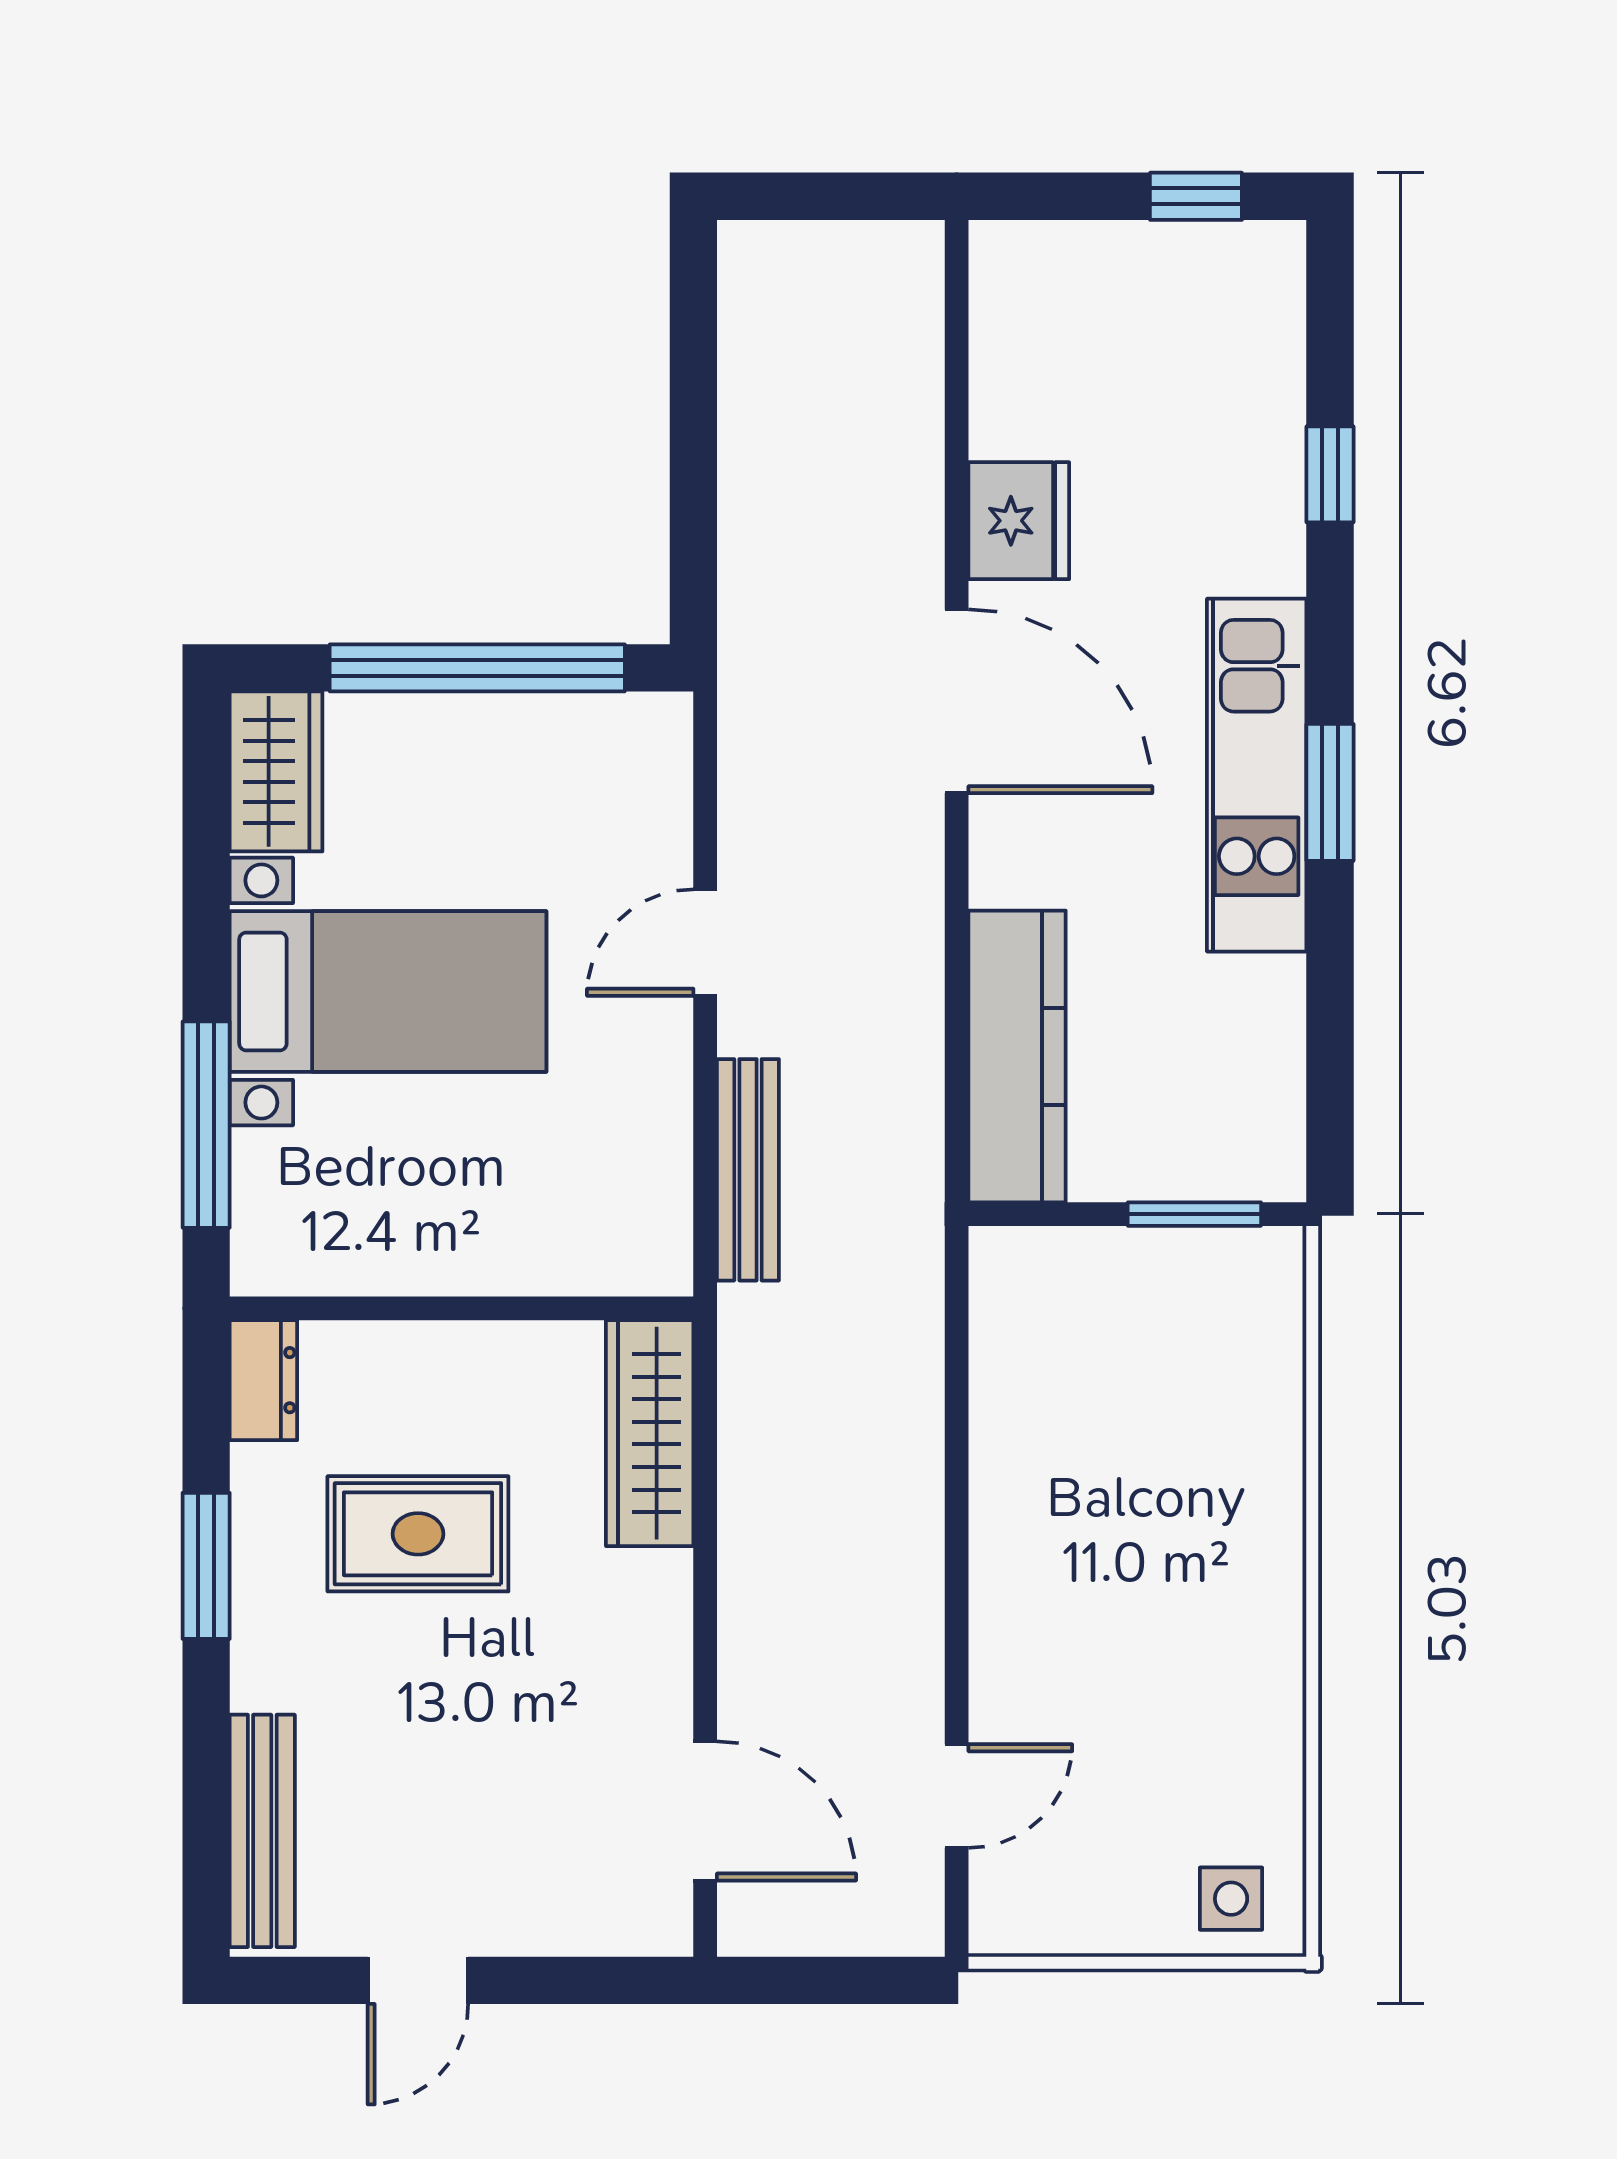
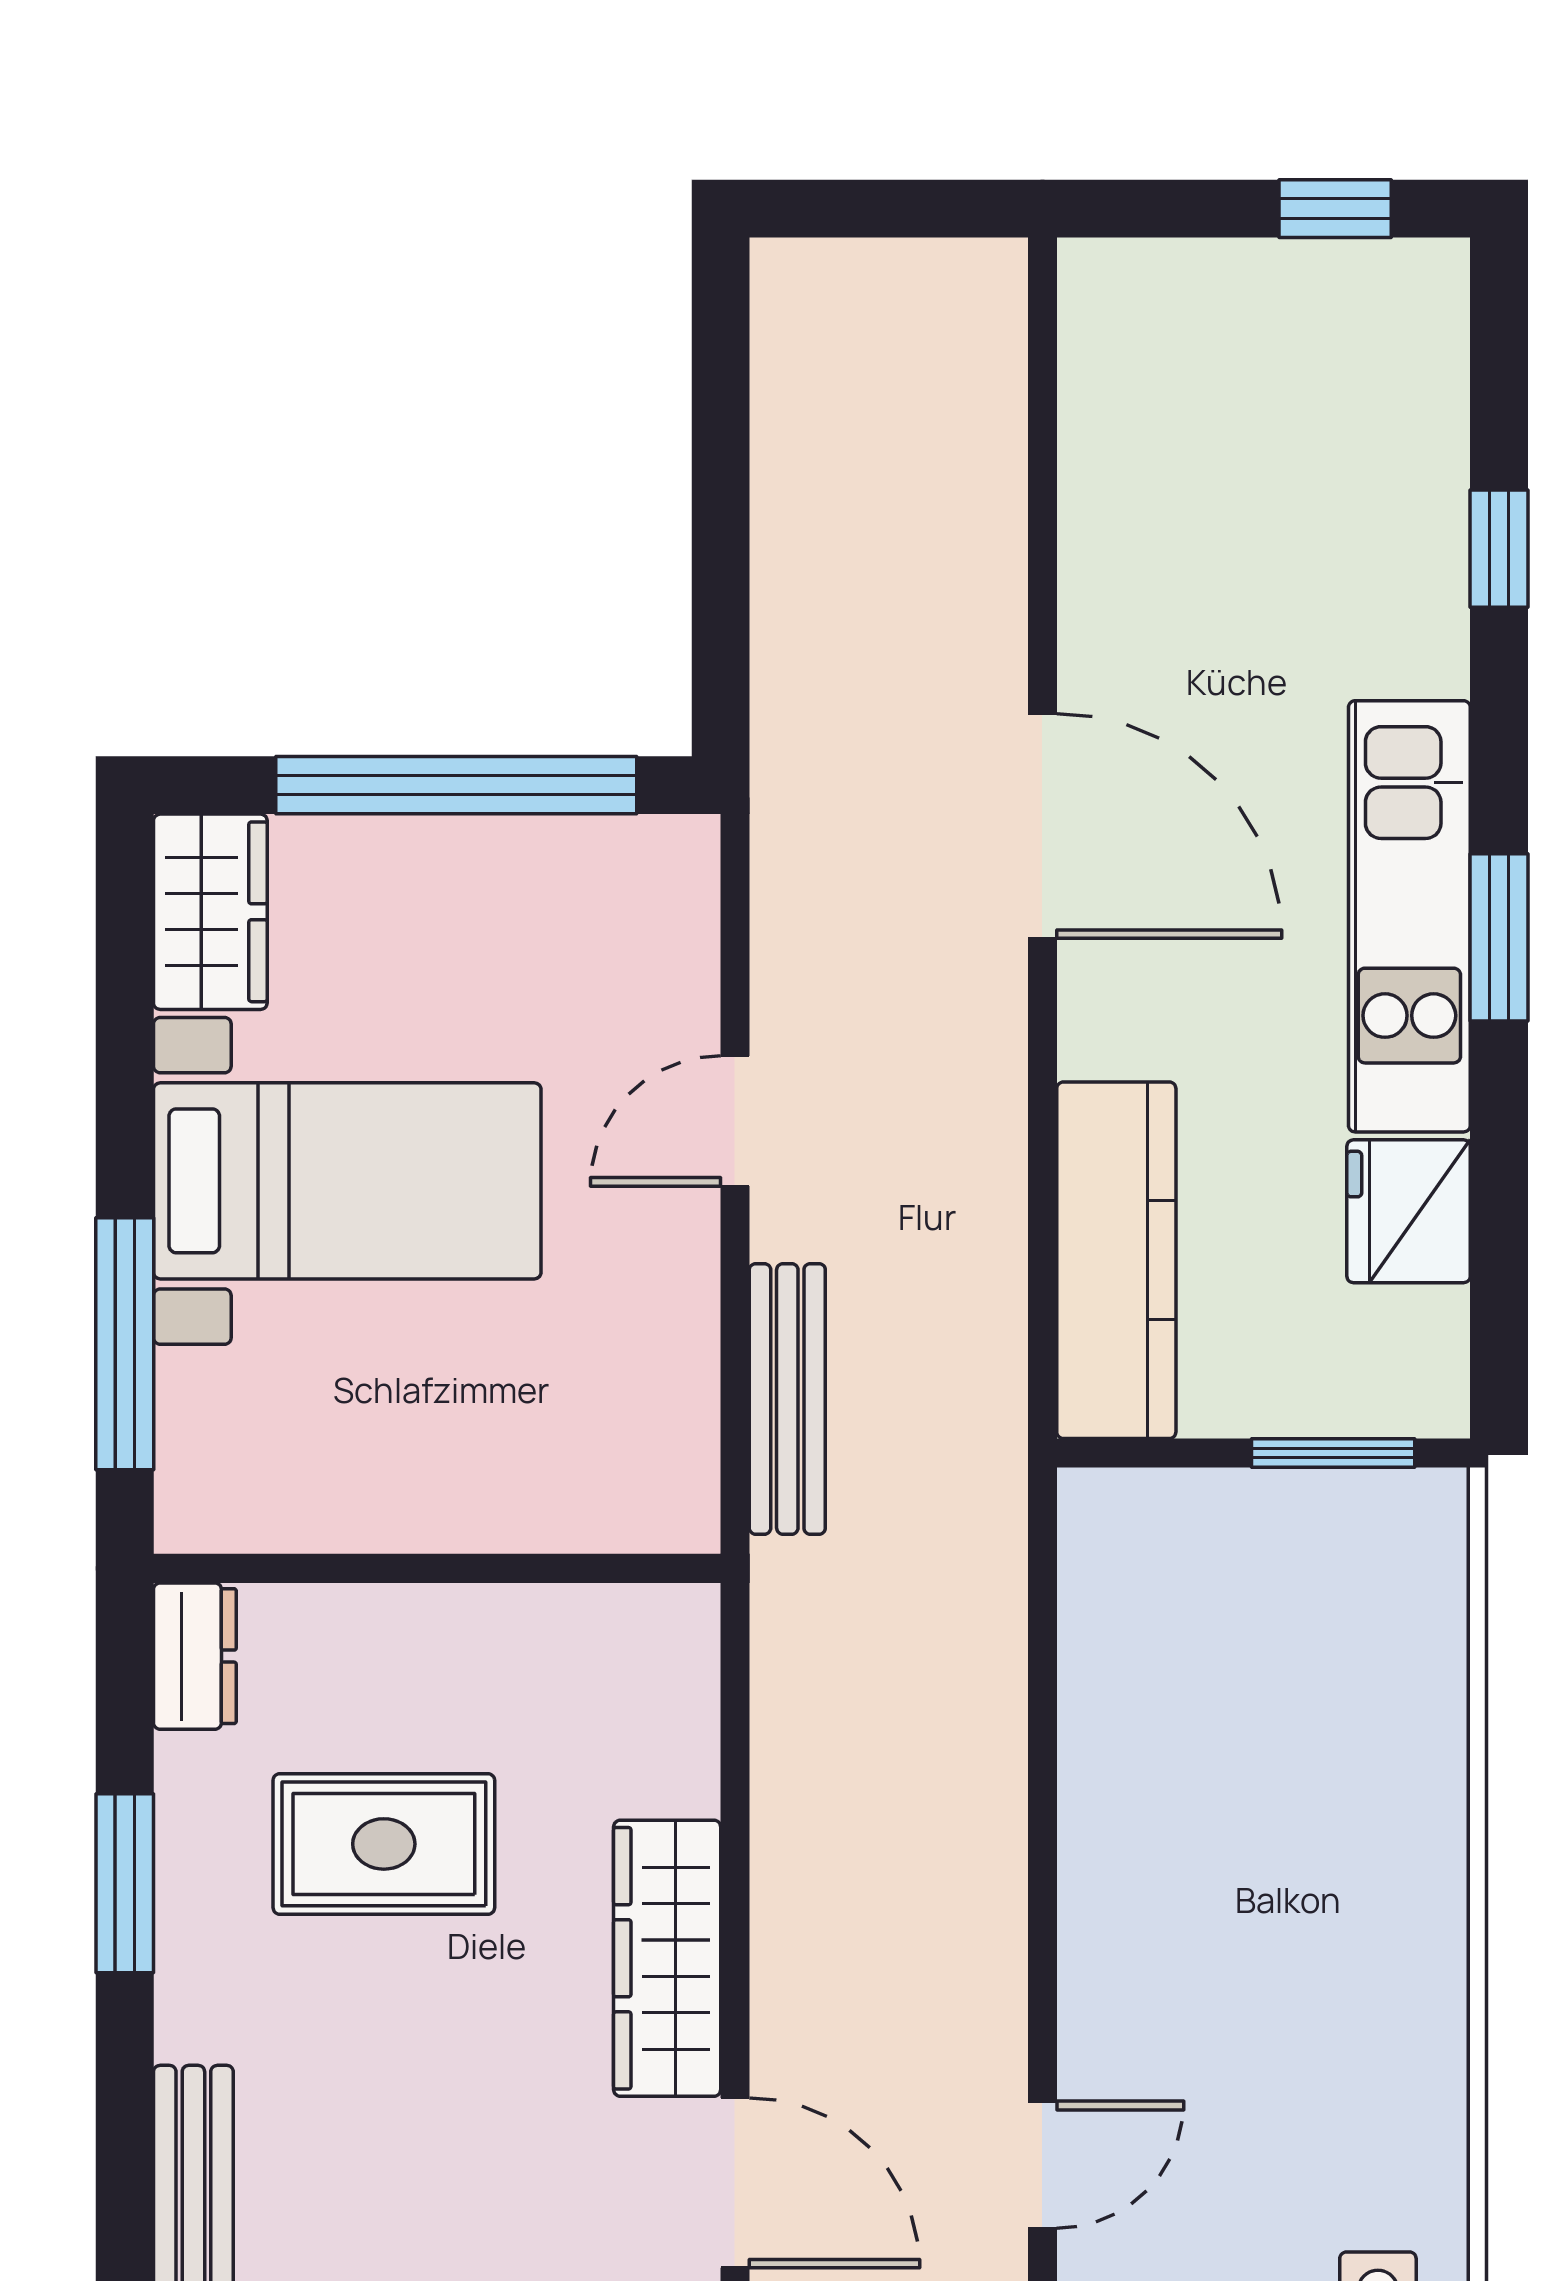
fridge: (1019, 521) -> (1409, 1211), moved, turned 180
wardrobe: (650, 1433) -> (667, 1958), moved

